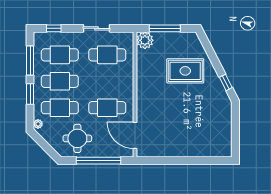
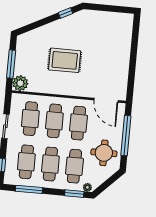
rug: (185, 71) -> (65, 60), moved, turned 90
cafe table: (107, 81) -> (54, 121), added
window: (30, 94) -> (74, 194), moved
door: (135, 135) -> (106, 100), hinge flipped

